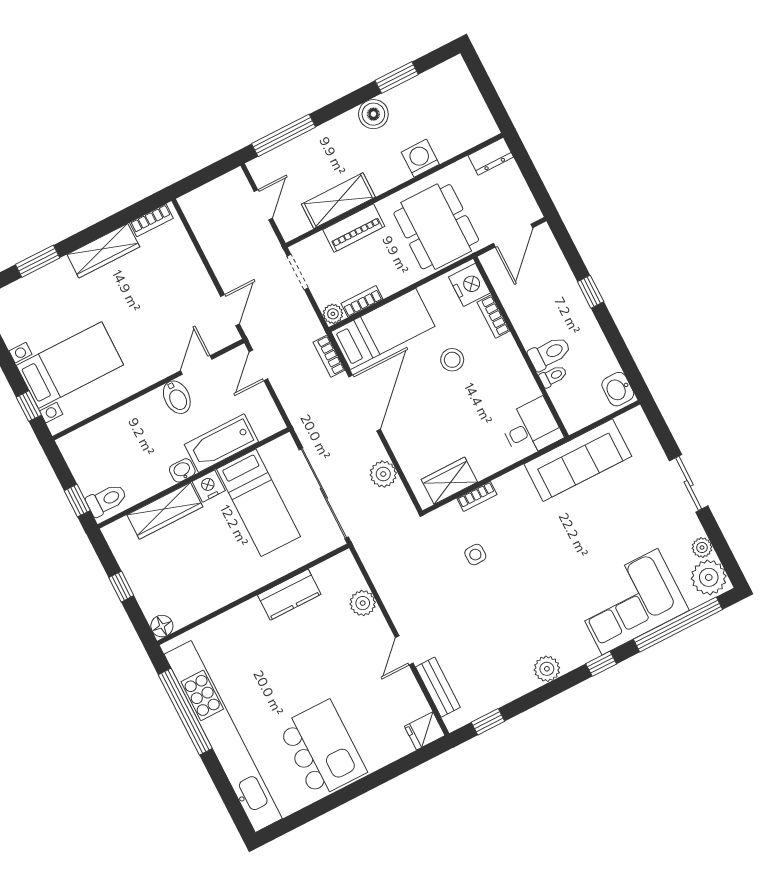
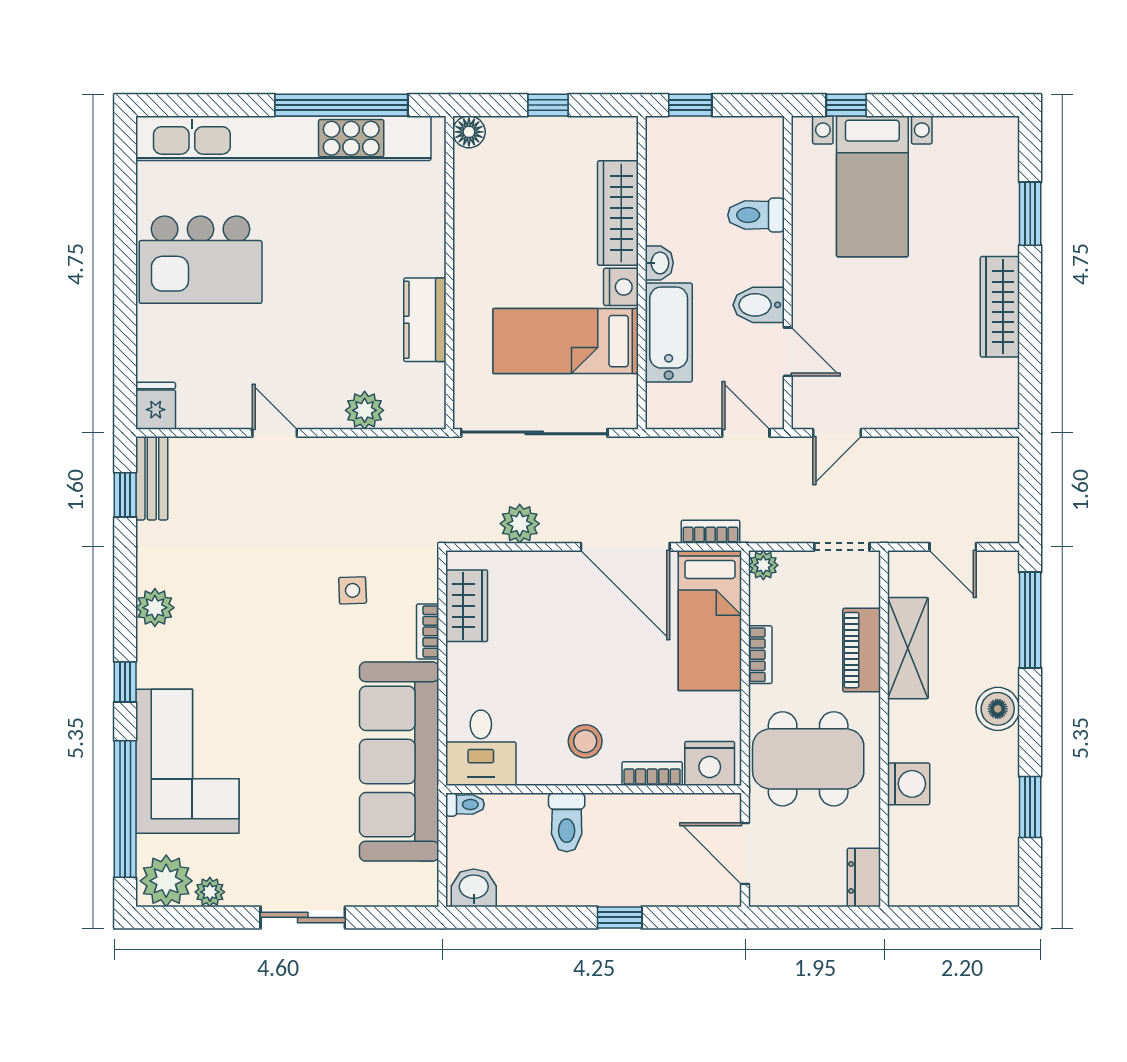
boiler: (373, 114) -> (998, 709), moved
bookcase: (151, 220) -> (1007, 390), removed
bookcase: (362, 301) -> (760, 655), moved
door: (230, 310) -> (837, 433), hinge flipped
stool: (452, 360) -> (585, 741), moved
toilet: (553, 376) -> (465, 805), moved, turned -90
sofa: (578, 460) -> (399, 761), width x1.36, depth x1.27
toilet: (107, 500) -> (756, 215), moved, turned 90
bench: (438, 687) -> (152, 478), moved, turned 90

